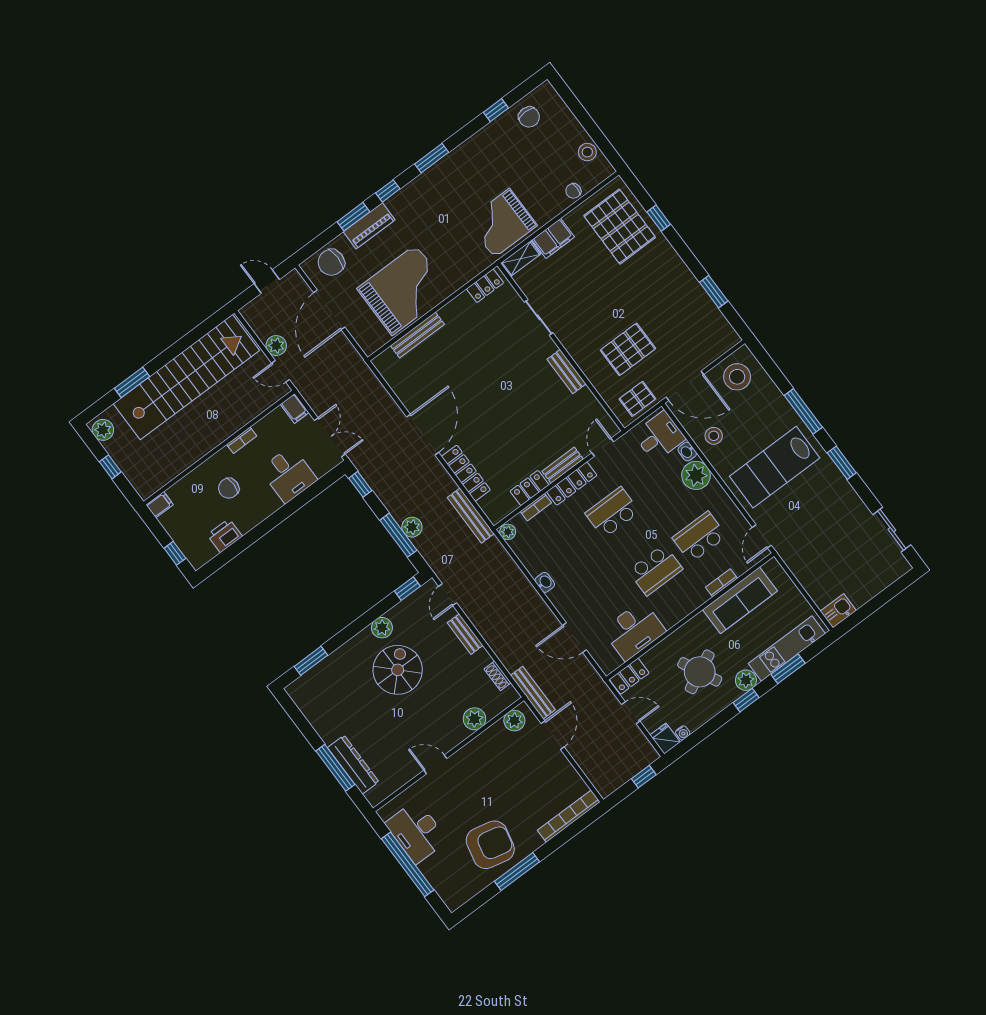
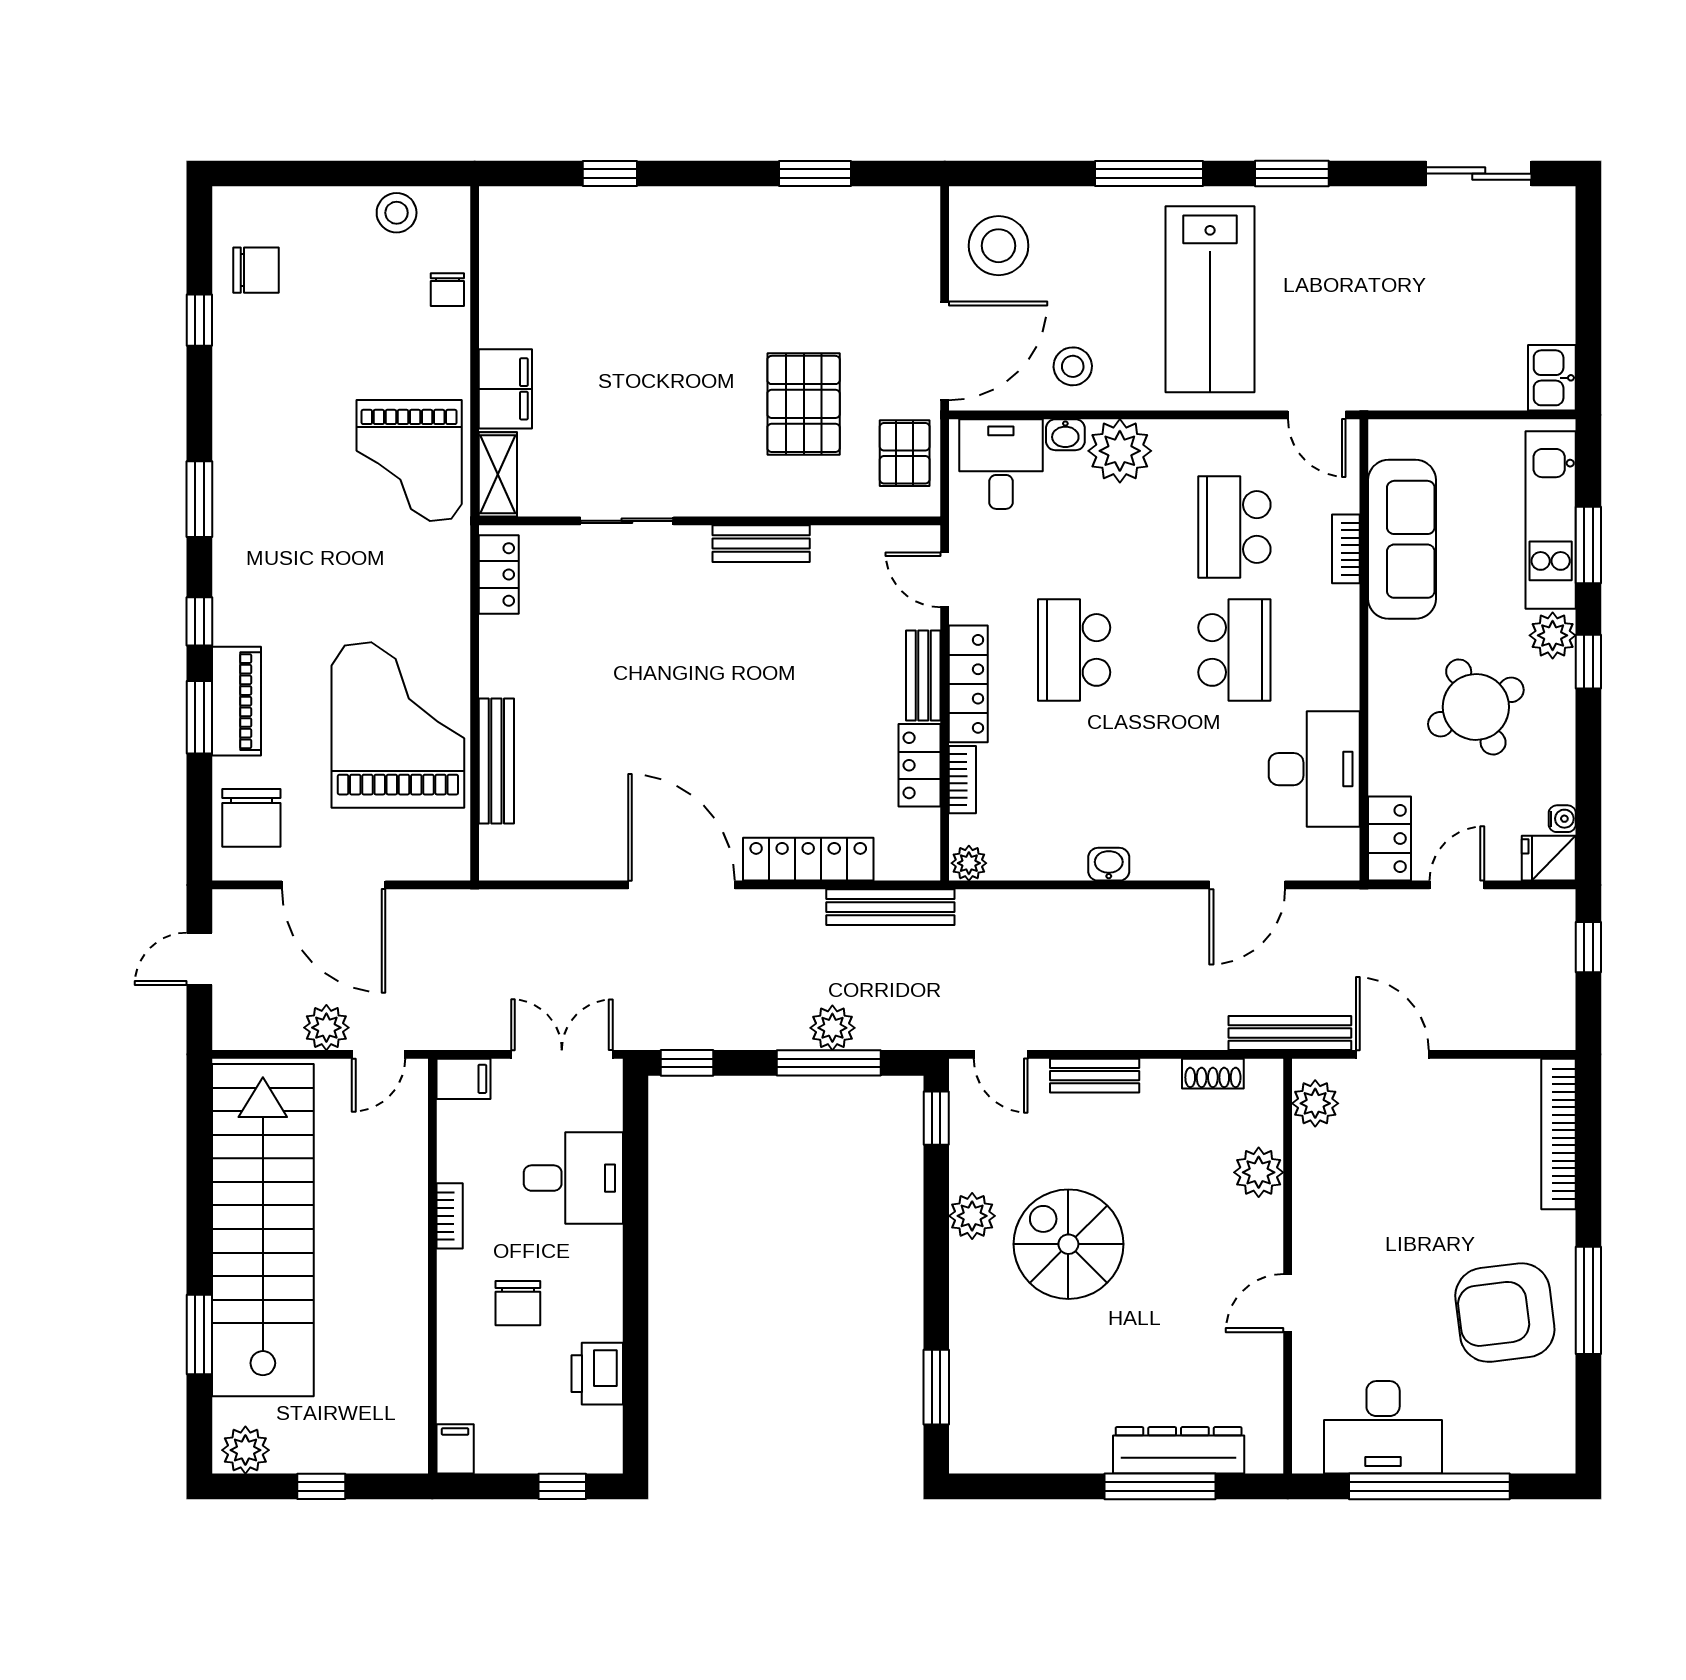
pallet: (620, 227) -> (573, 255), removed
armchair: (490, 845) -> (1505, 1313), turned -110

